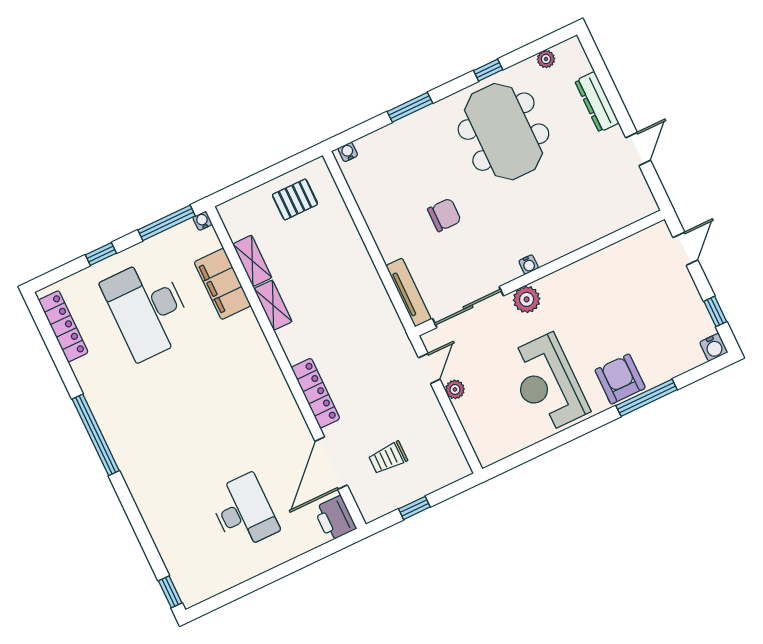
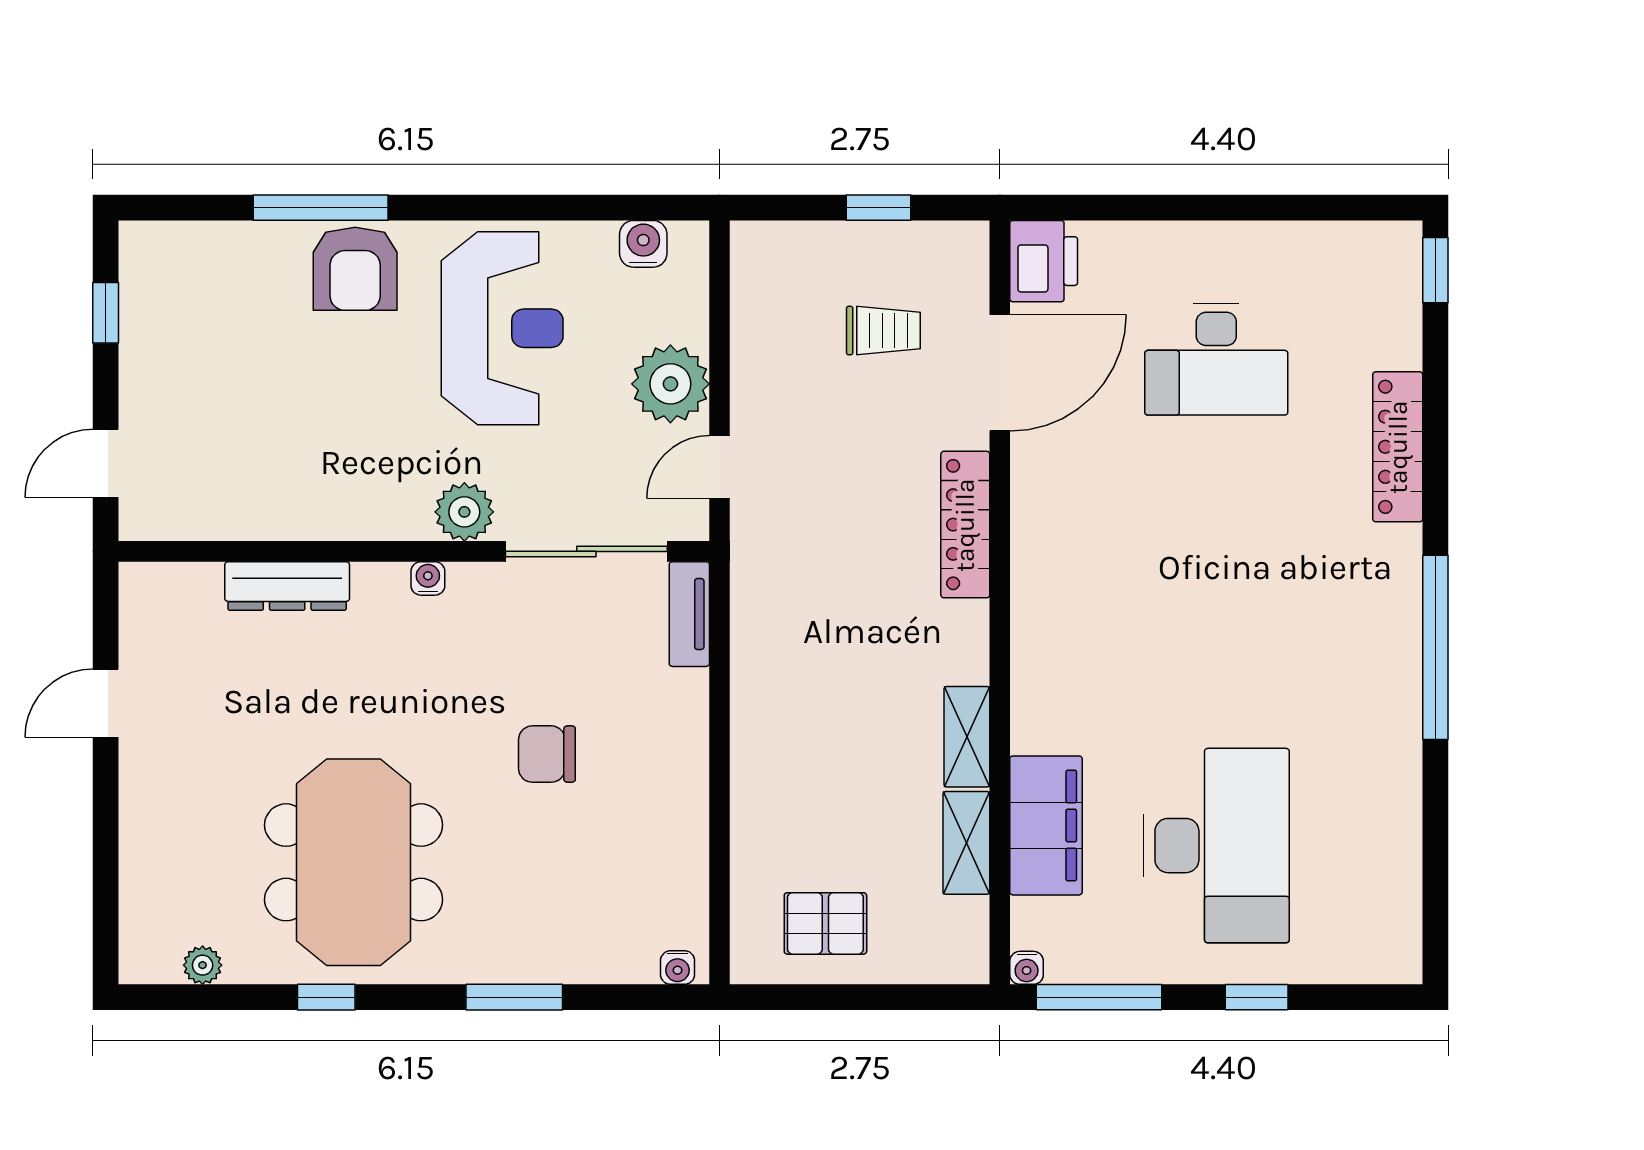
dresser: (597, 102) -> (287, 586), moved, turned 90
tv unit: (408, 292) -> (689, 614), width x0.71
locker: (63, 326) -> (1398, 447), moved
water cooler: (714, 347) -> (643, 244), moved
plant: (455, 389) -> (670, 384), width x1.88, depth x1.88
desk: (244, 512) -> (1216, 359), turned -90

